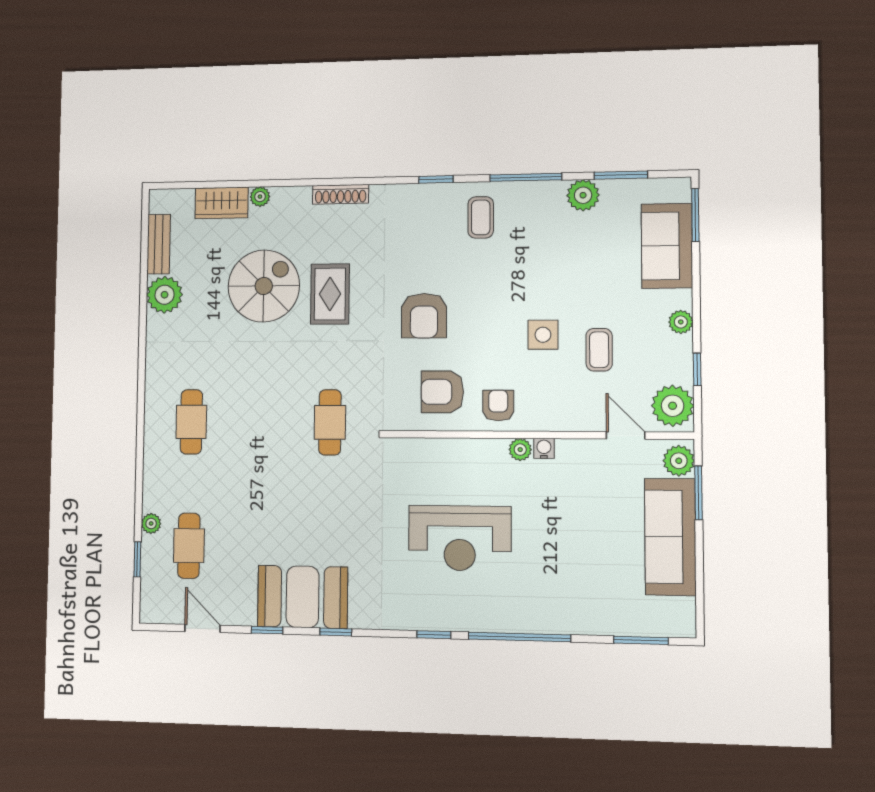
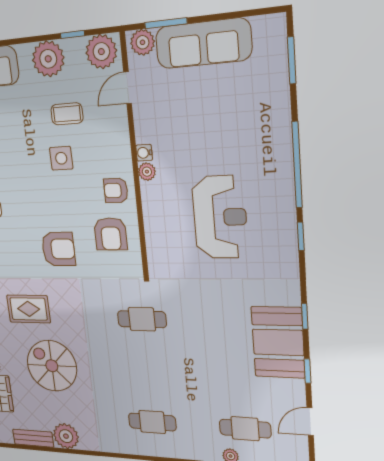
rug: (330, 294) -> (29, 309), moved
plant: (681, 322) -> (48, 59), width x1.88, depth x1.88

